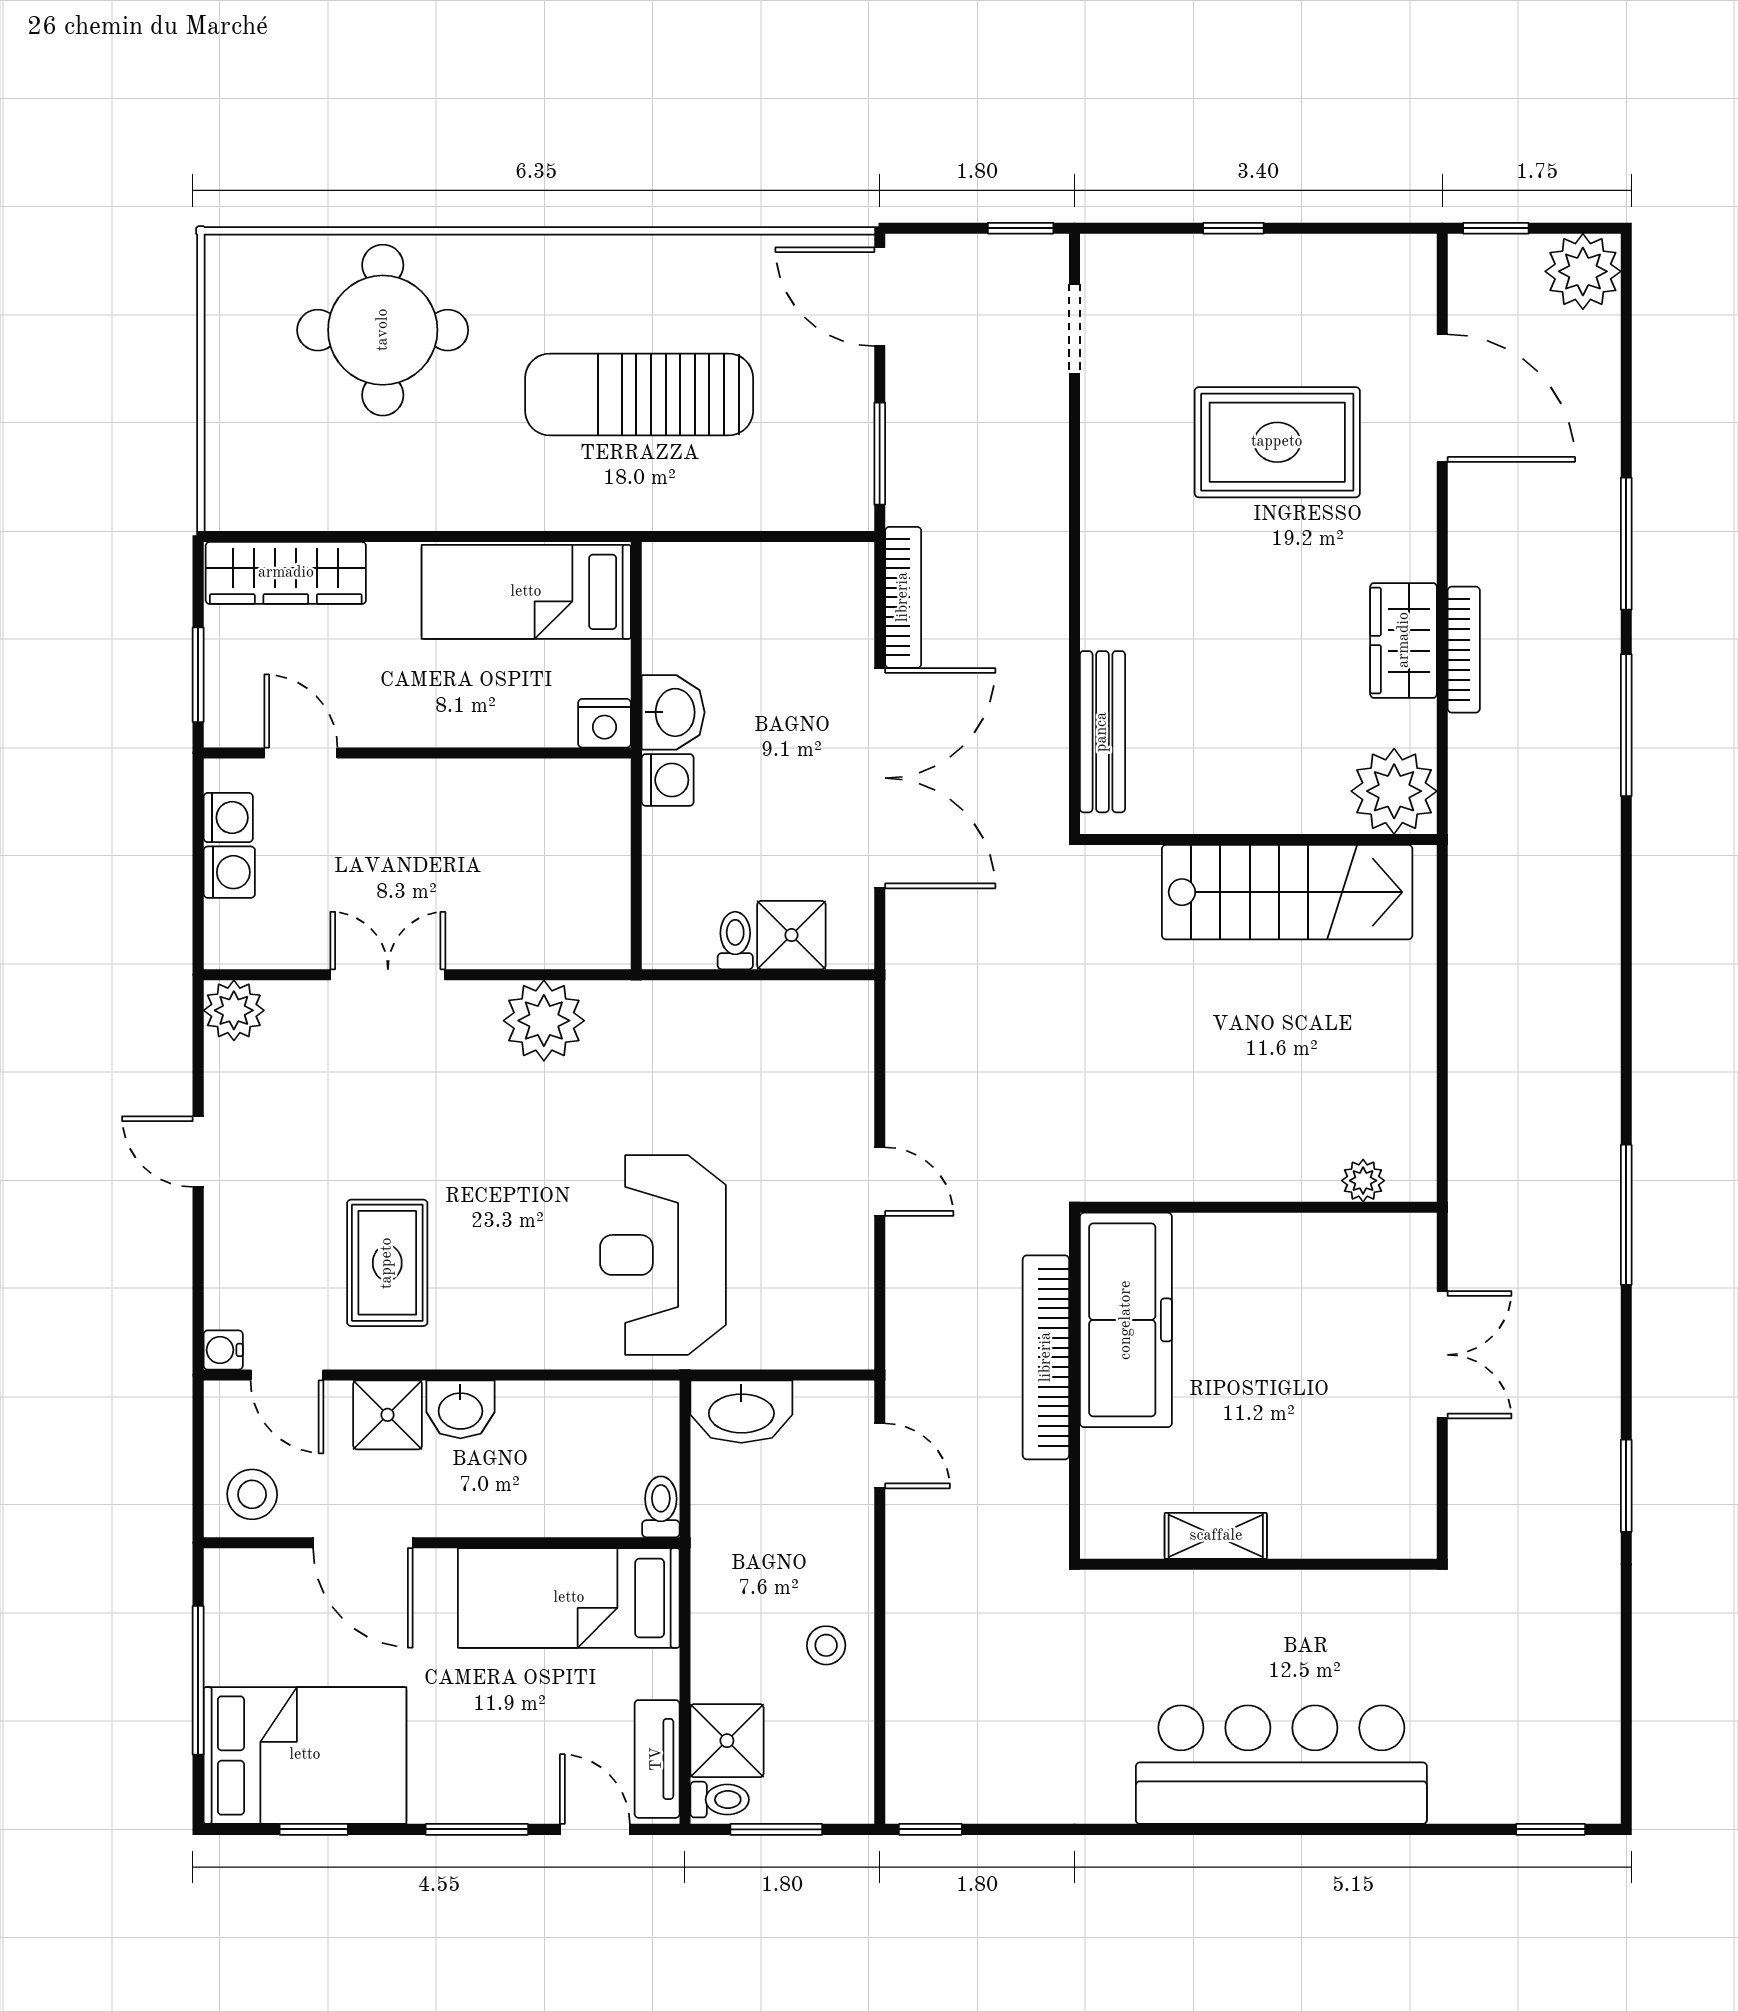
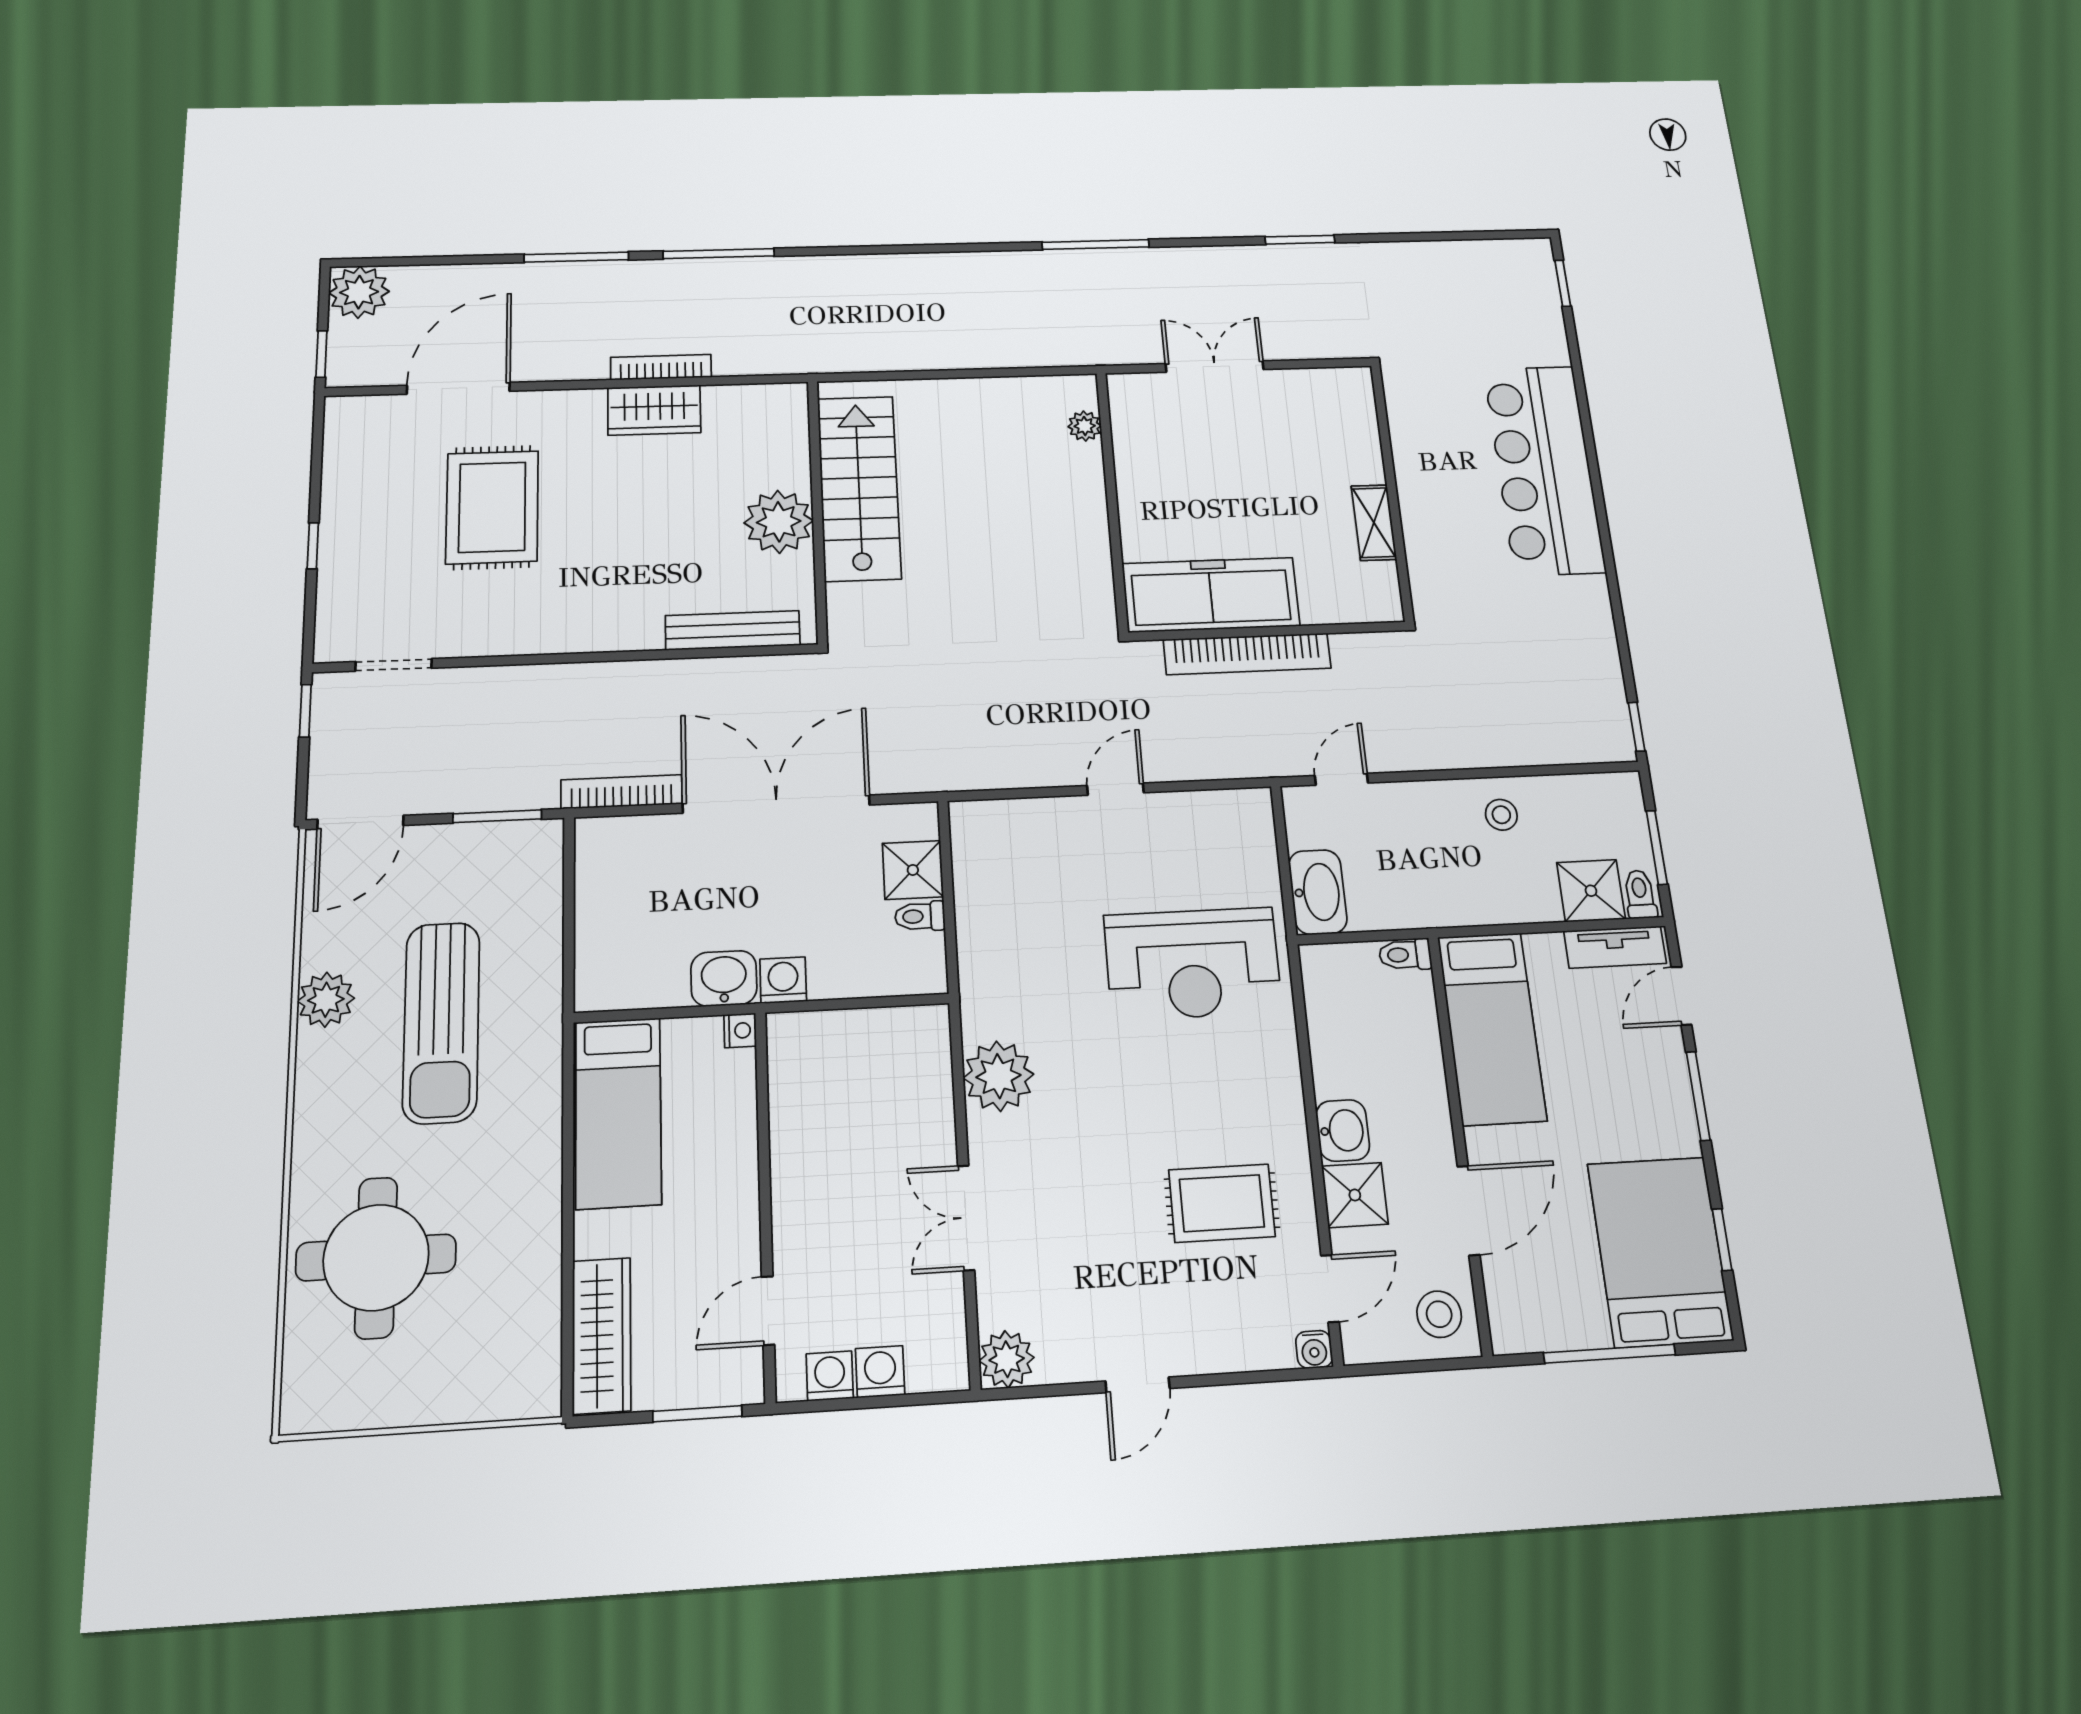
plant: (672, 265) -> (326, 1000), added
nightstand: (604, 723) -> (740, 1030), width x0.72, depth x0.74
plant: (1394, 791) -> (779, 522), moved

